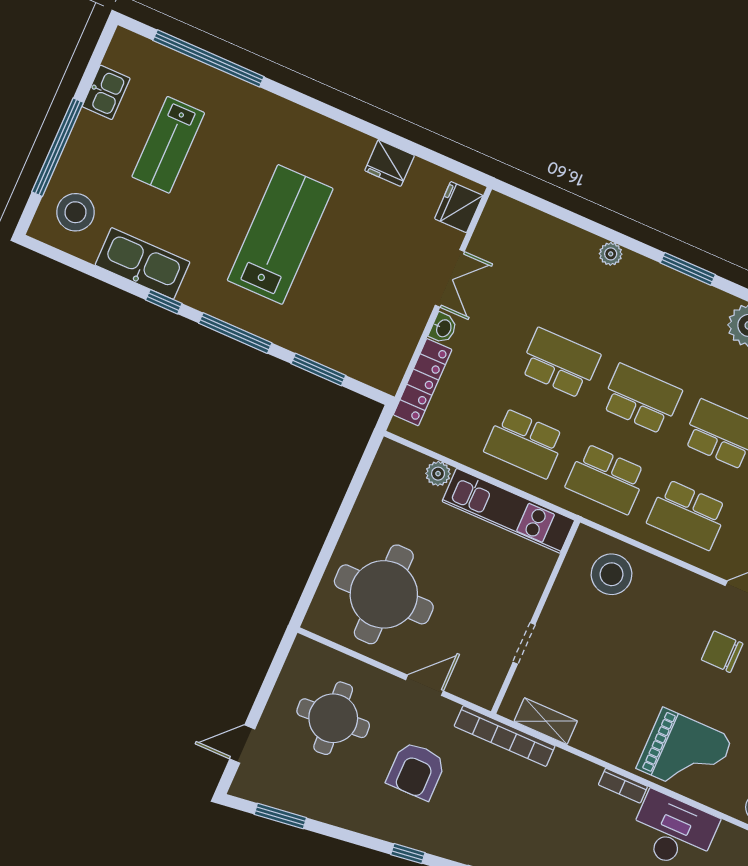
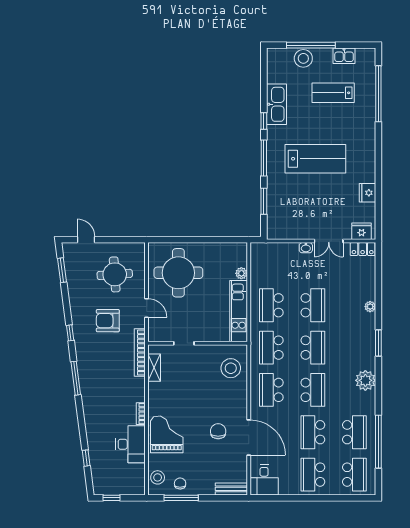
stool: (75, 212) -> (303, 58), moved
locker: (423, 382) -> (363, 249), moved, width x0.66
grand piano: (685, 753) -> (167, 434), turned 180

